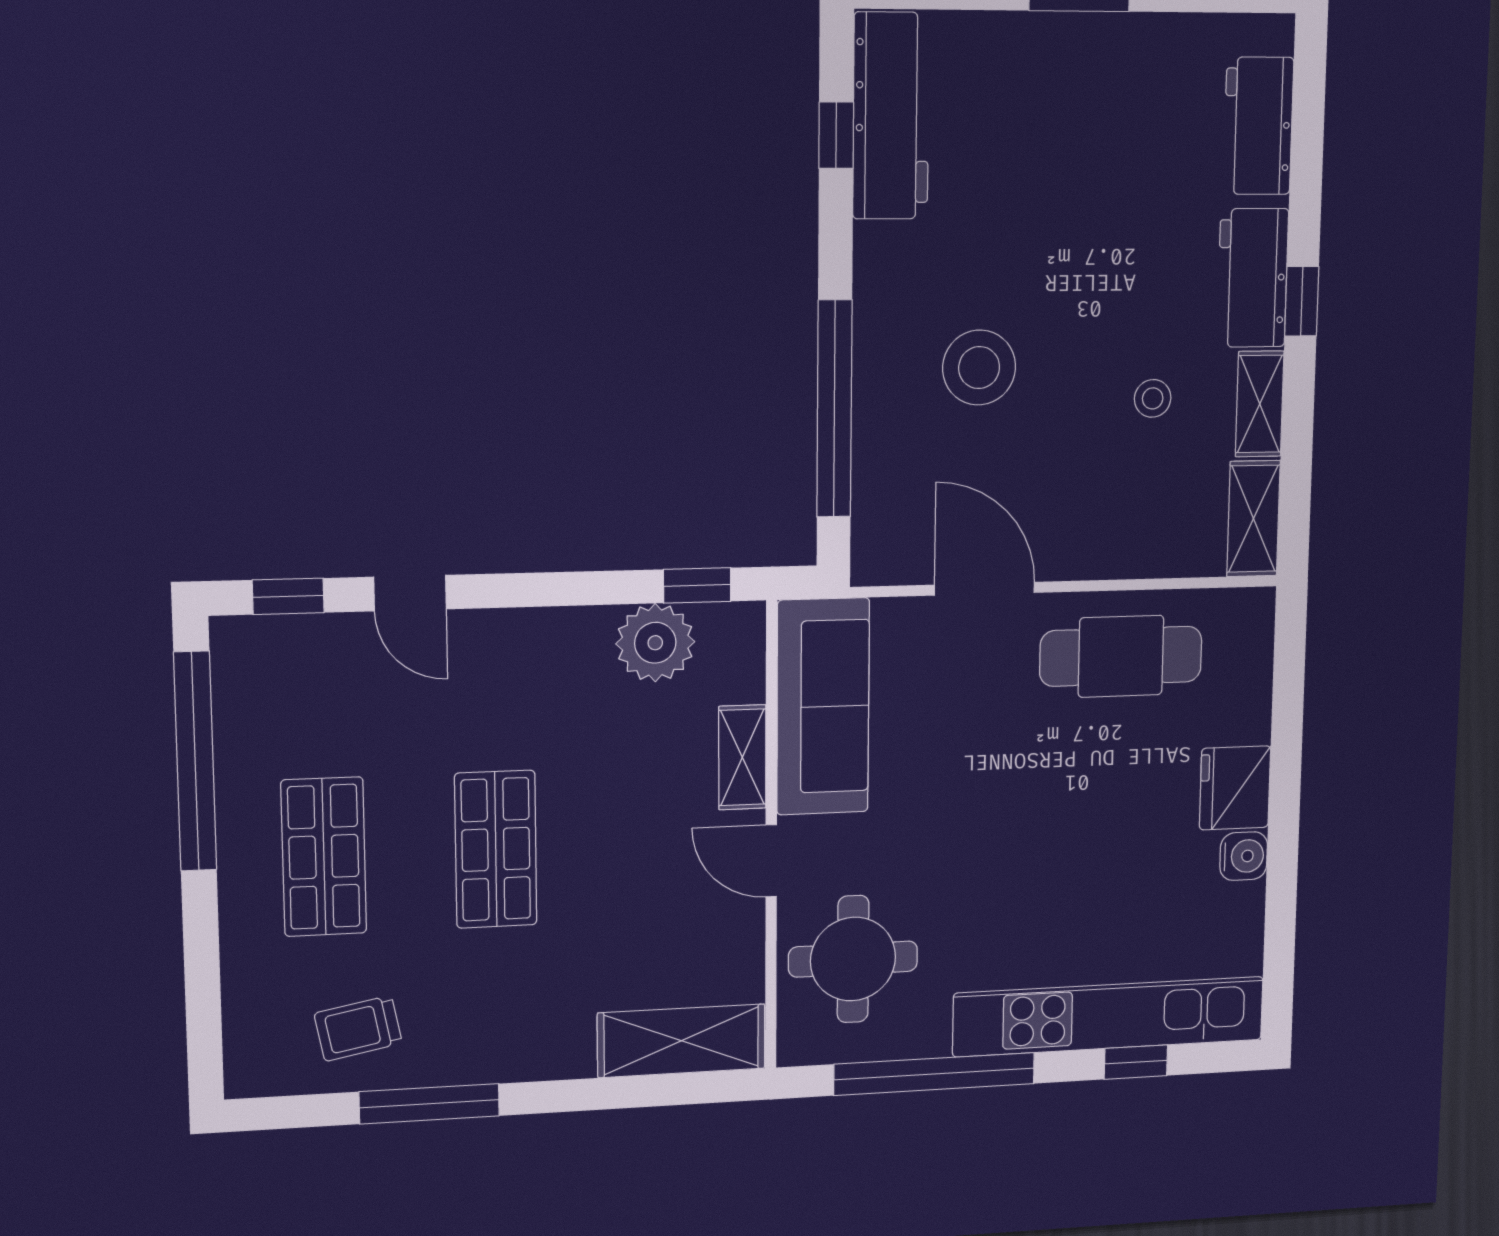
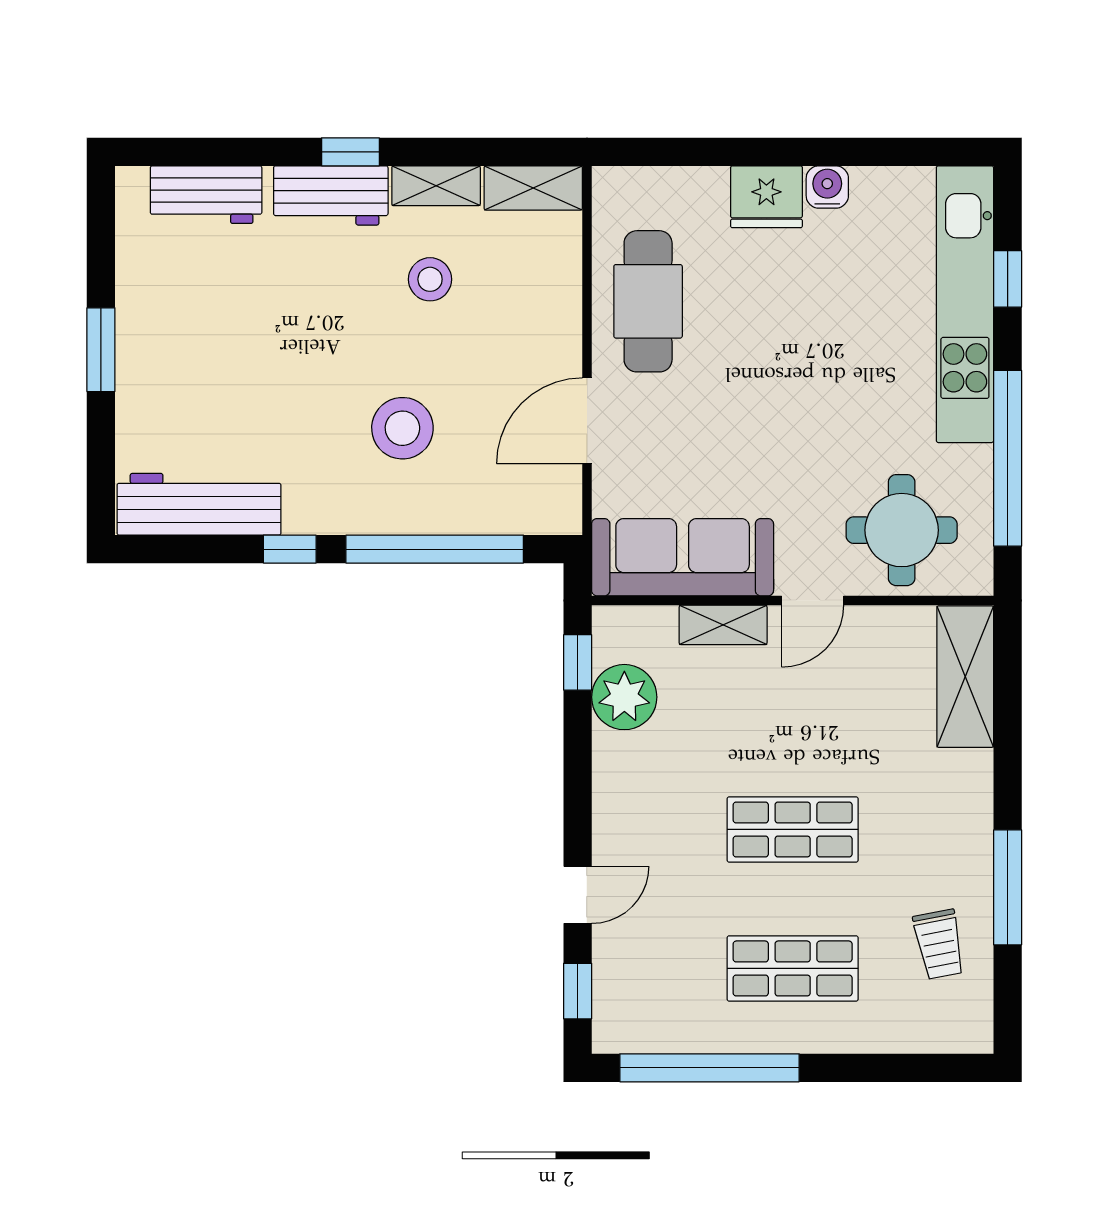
window: (836, 135) -> (290, 549), moved
stool: (1153, 398) -> (430, 279), width x1.37, depth x1.37

